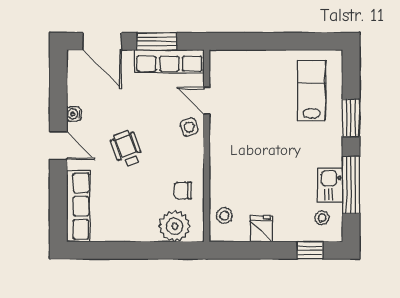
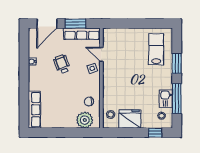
door: (102, 41) -> (47, 24), hinge flipped
door: (58, 145) -> (24, 78), removed
wheelchair: (127, 149) -> (62, 64), moved
fridge: (261, 229) -> (130, 119), width x1.88, depth x1.34

